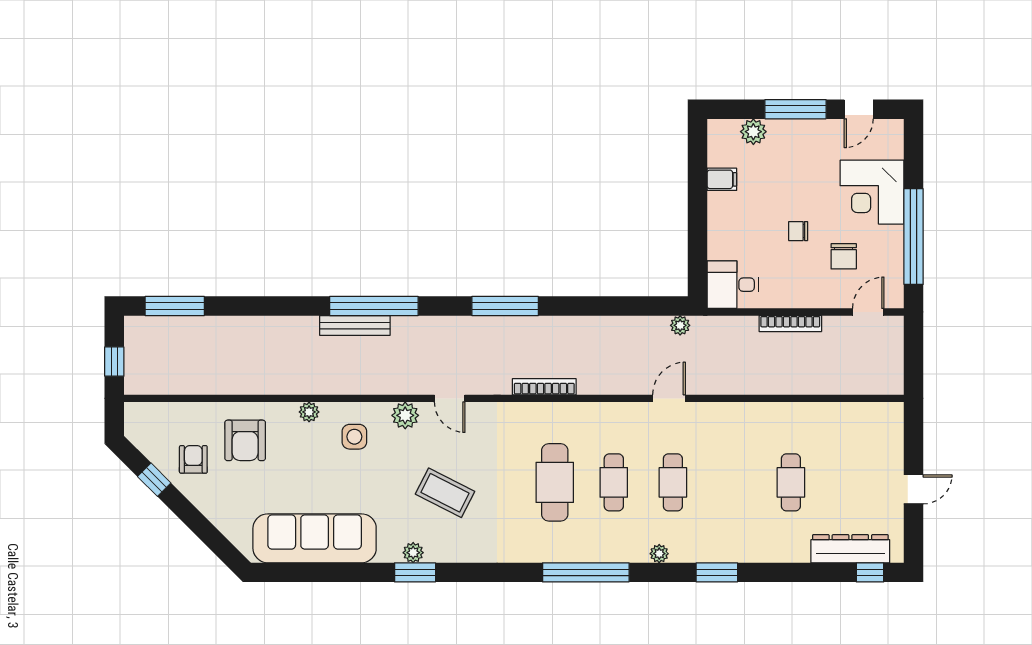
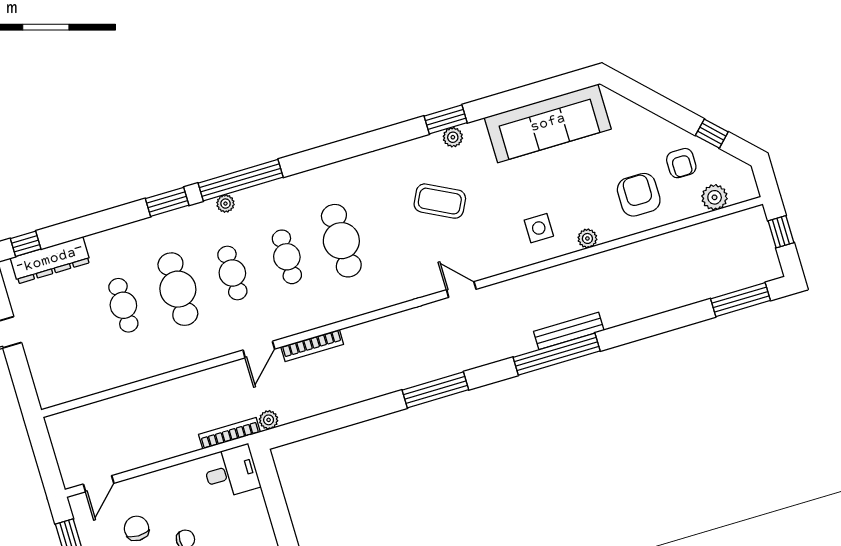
bookcase: (790, 324) -> (229, 433), moved
bookcase: (544, 387) -> (312, 345), moved
plant: (405, 415) -> (715, 197), moved
cafe table: (732, 482) -> (178, 289), added
window: (586, 572) -> (241, 180), moved

